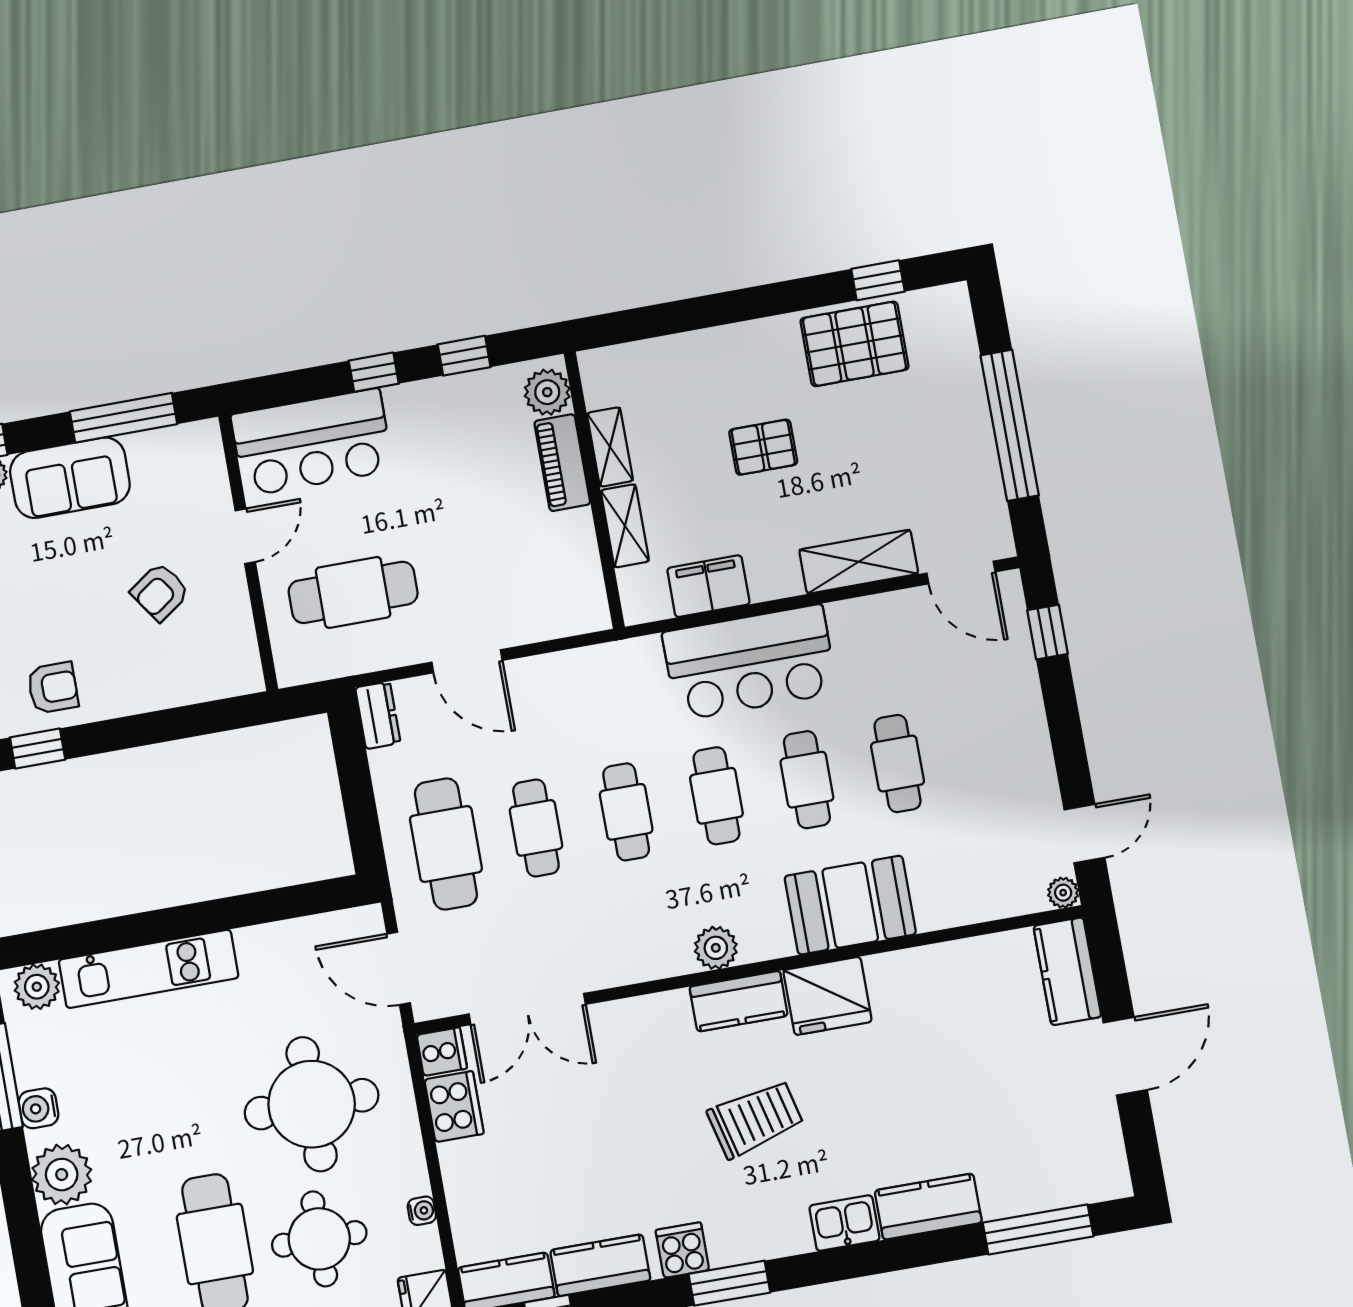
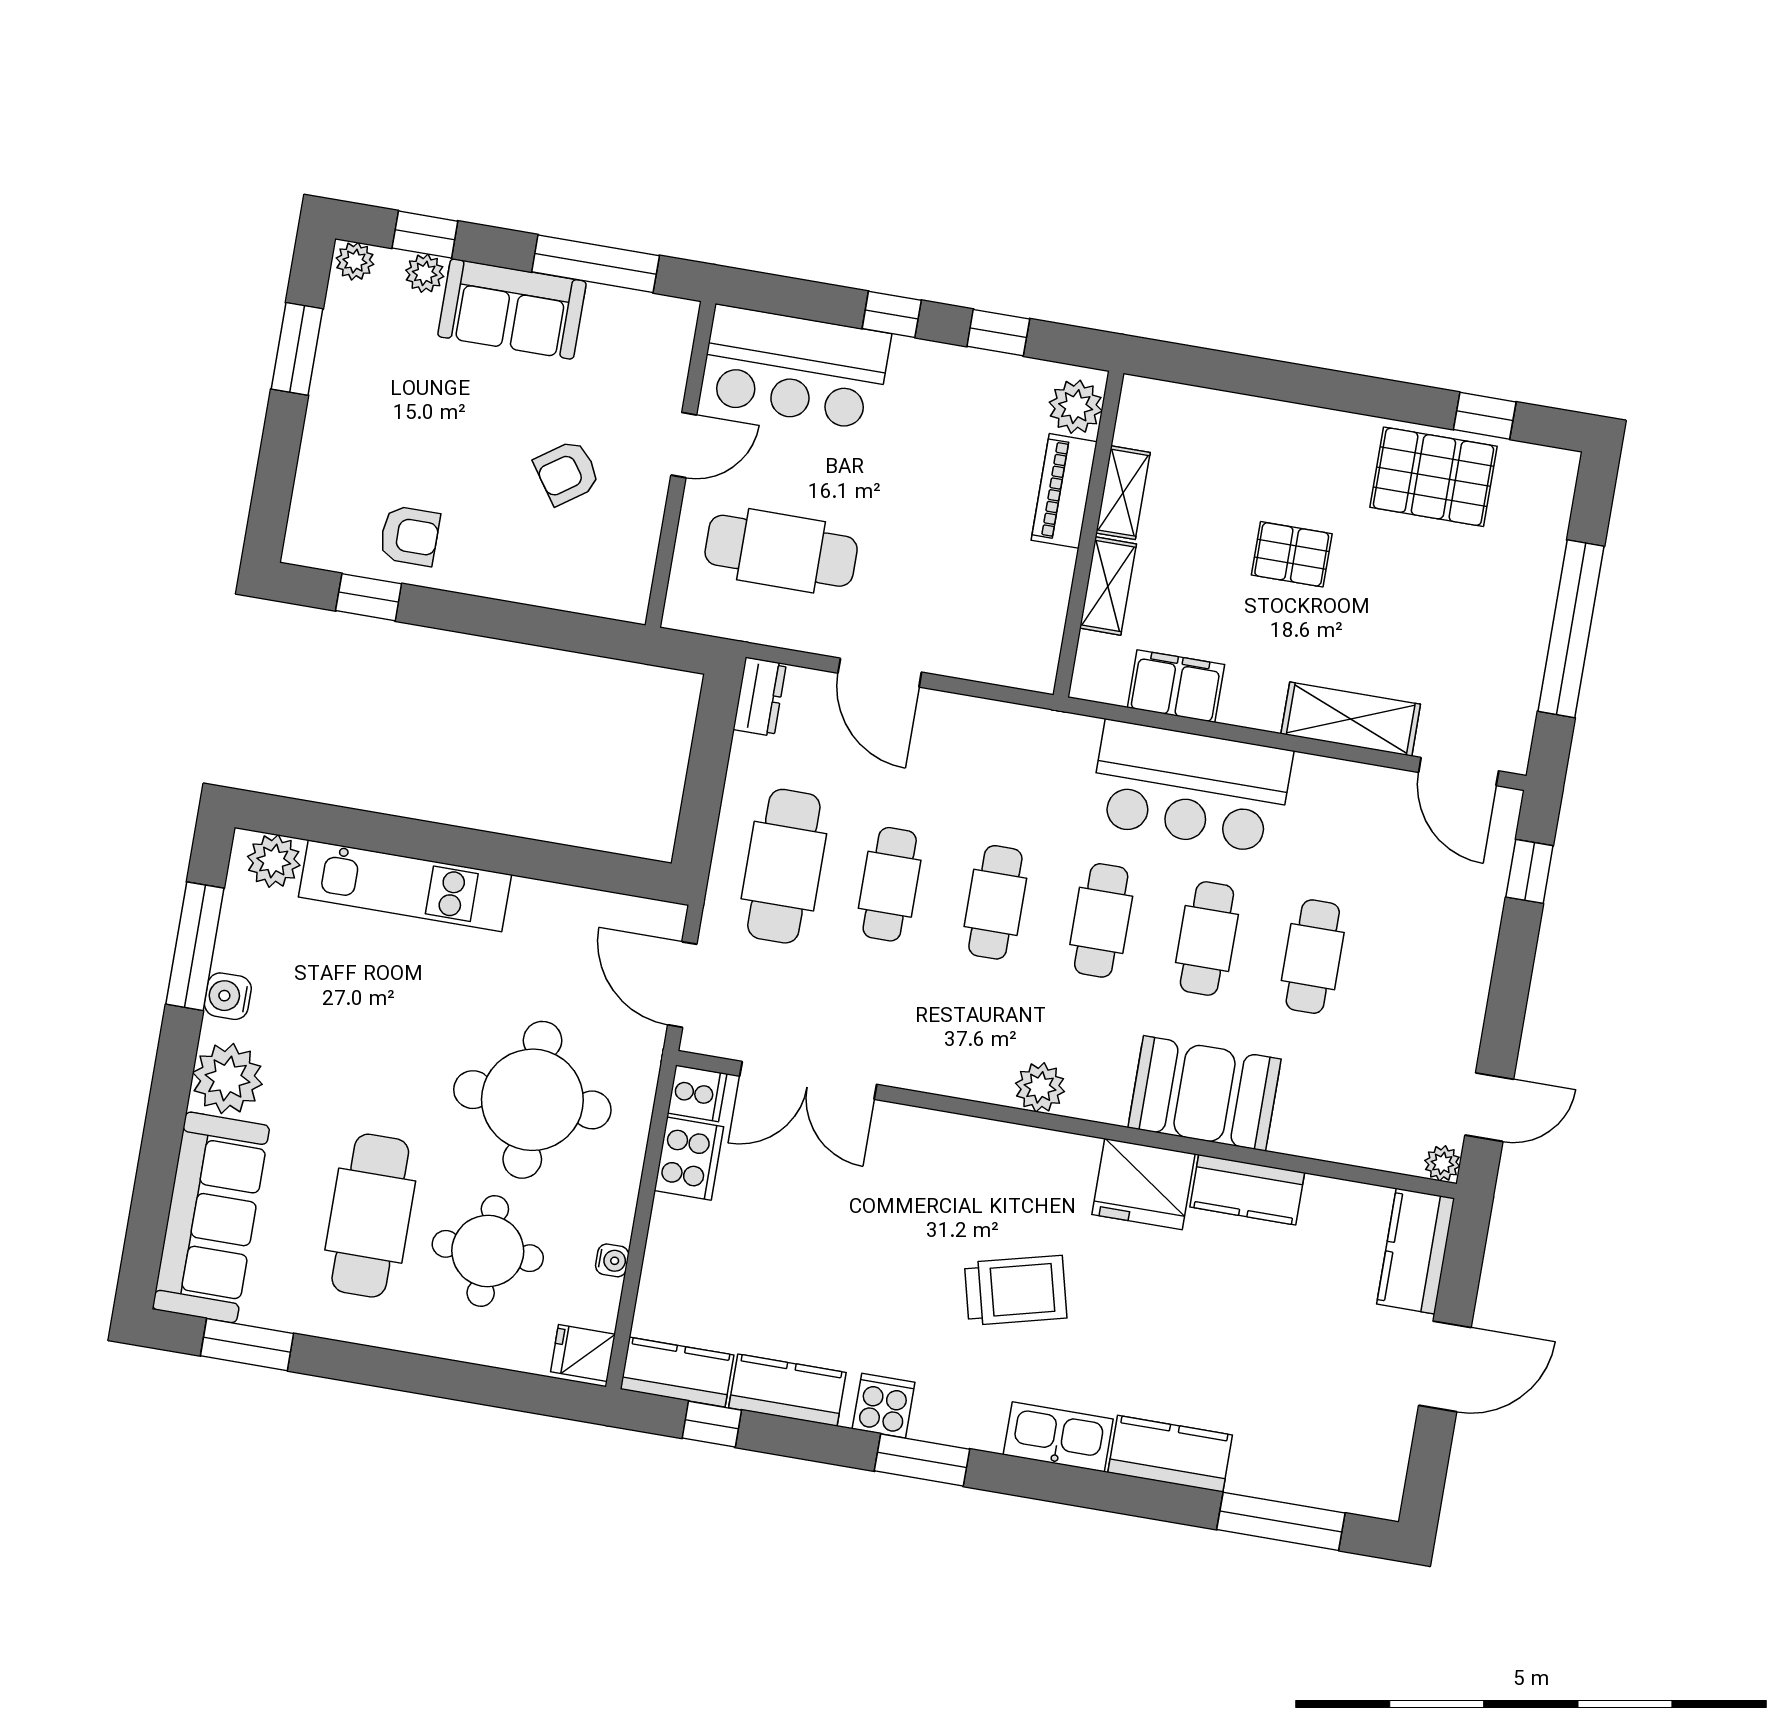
kitchen counter: (739, 1001) -> (1247, 1190), moved
kitchen sink: (844, 1223) -> (1058, 1437), width x1.38

